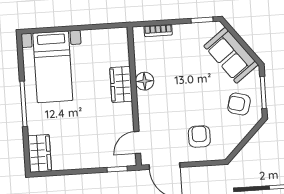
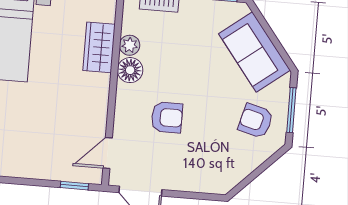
plant: (142, 64) -> (130, 45), added
wardrobe: (121, 84) -> (99, 47), moved
armchair: (199, 137) -> (167, 117), moved, turned 90

